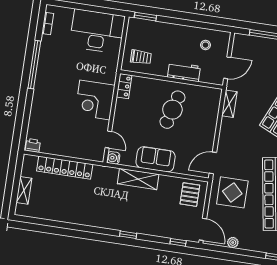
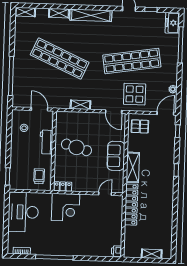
corner desk: (95, 100) -> (66, 207), moved
shelving: (229, 104) -> (80, 105), moved
water cooler: (113, 158) -> (119, 188), removed
locker: (65, 168) -> (131, 205), moved

